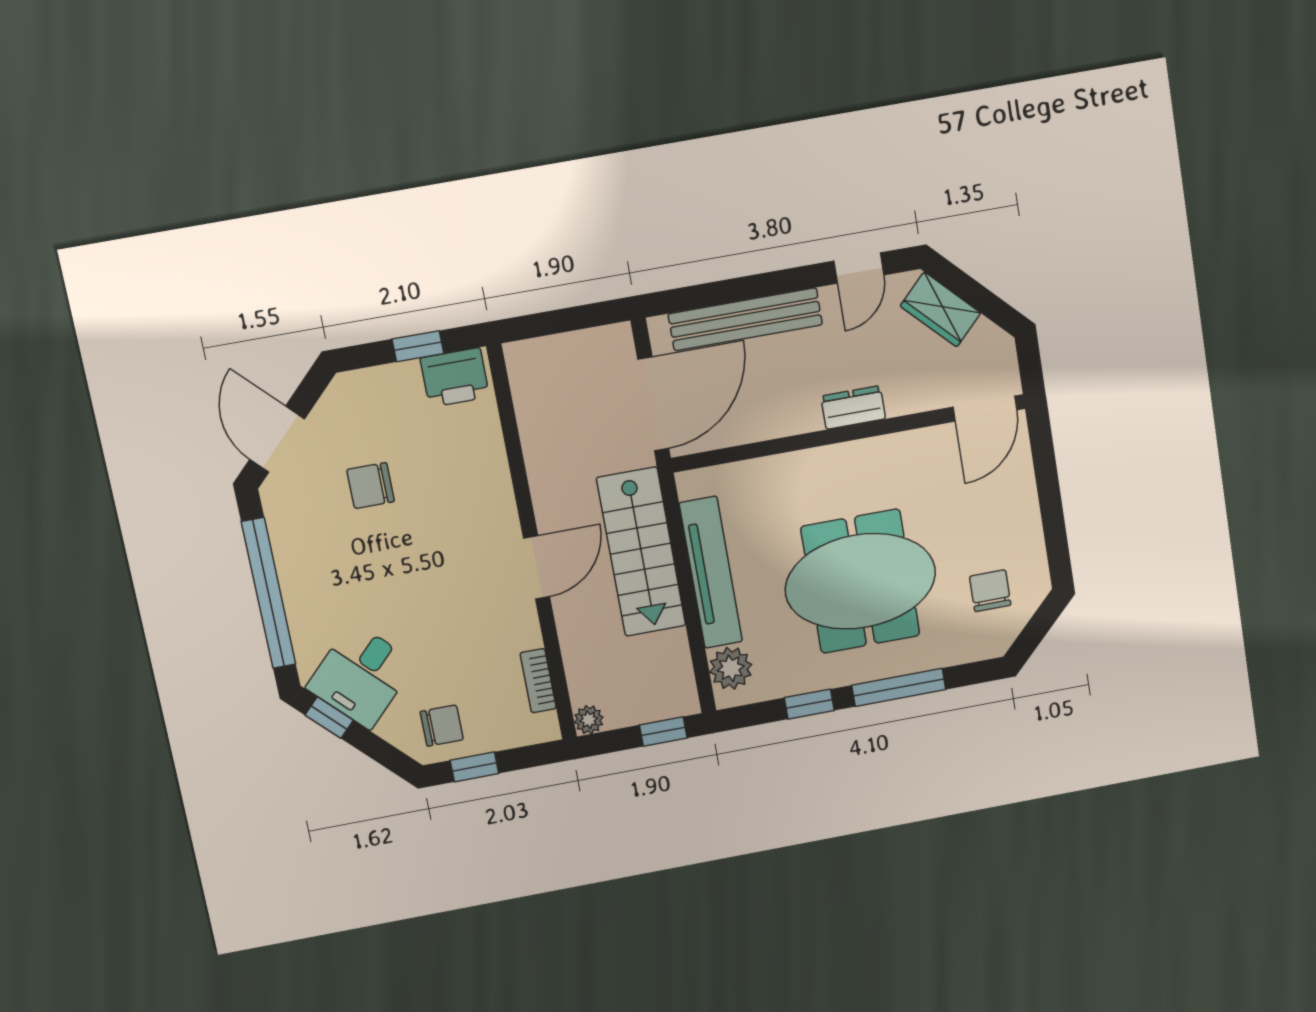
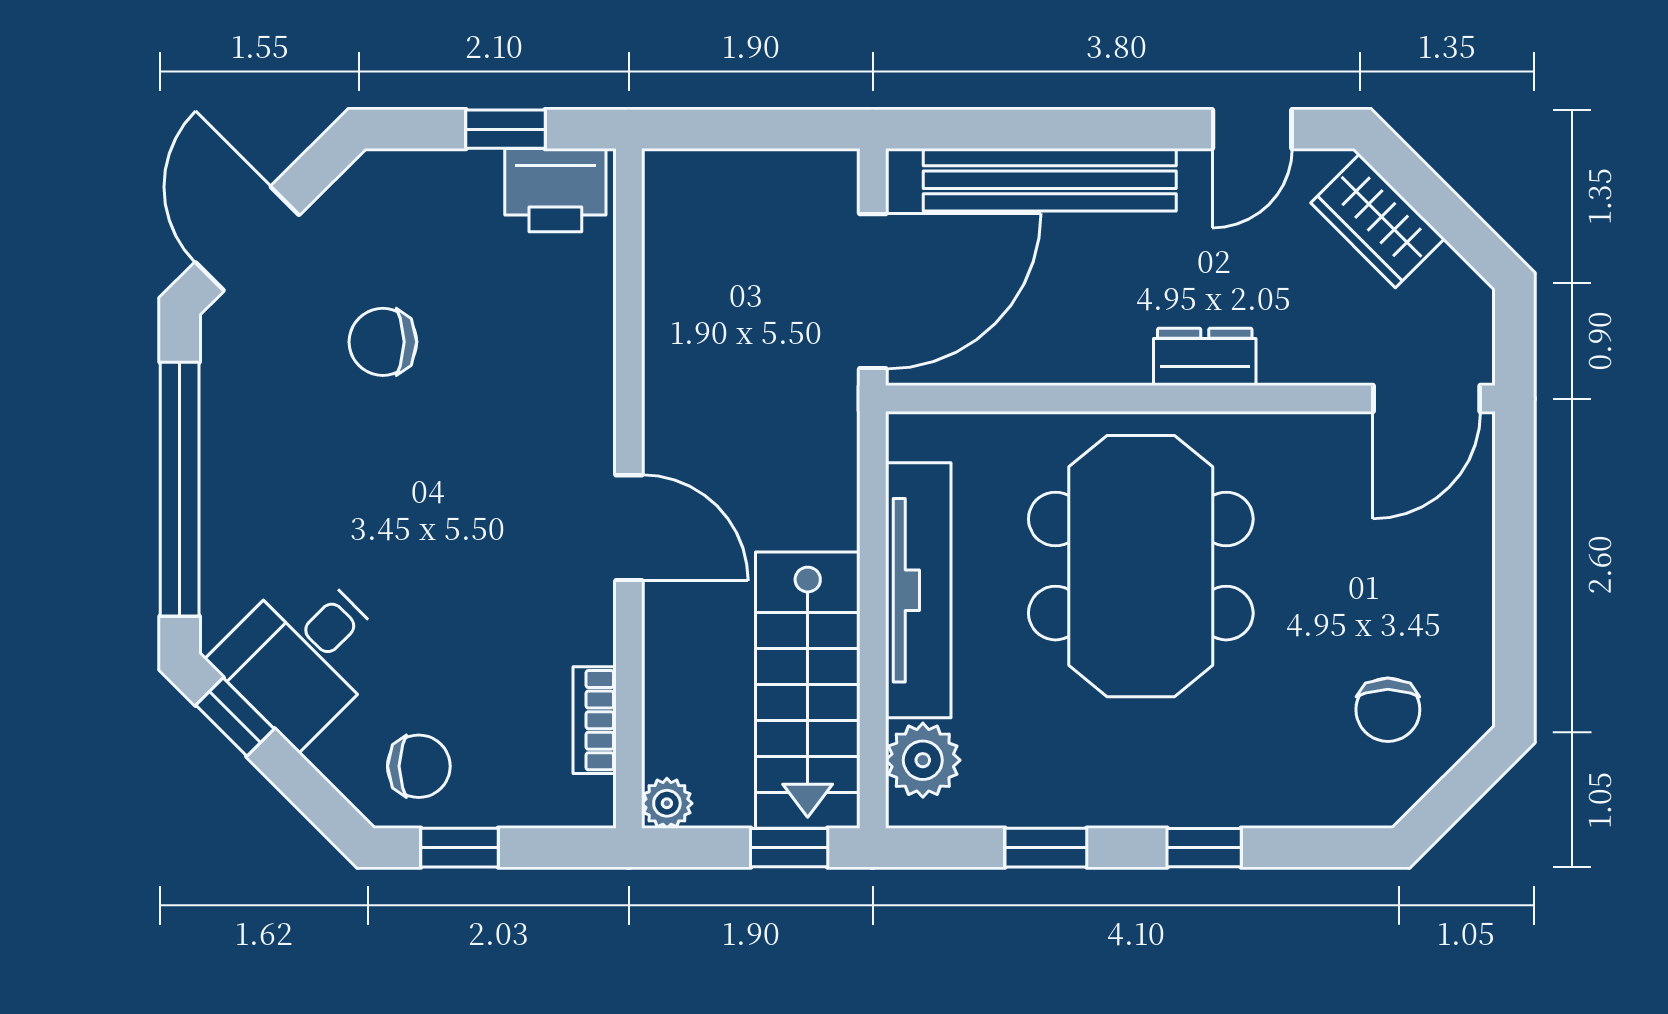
stairs: (641, 552) -> (808, 690), moved
door: (537, 567) -> (629, 528), hinge flipped
meeting table: (860, 581) -> (1141, 566), moved, turned 90
chair: (990, 591) -> (1388, 710), turned 180
window: (899, 687) -> (1204, 848), width x0.46

